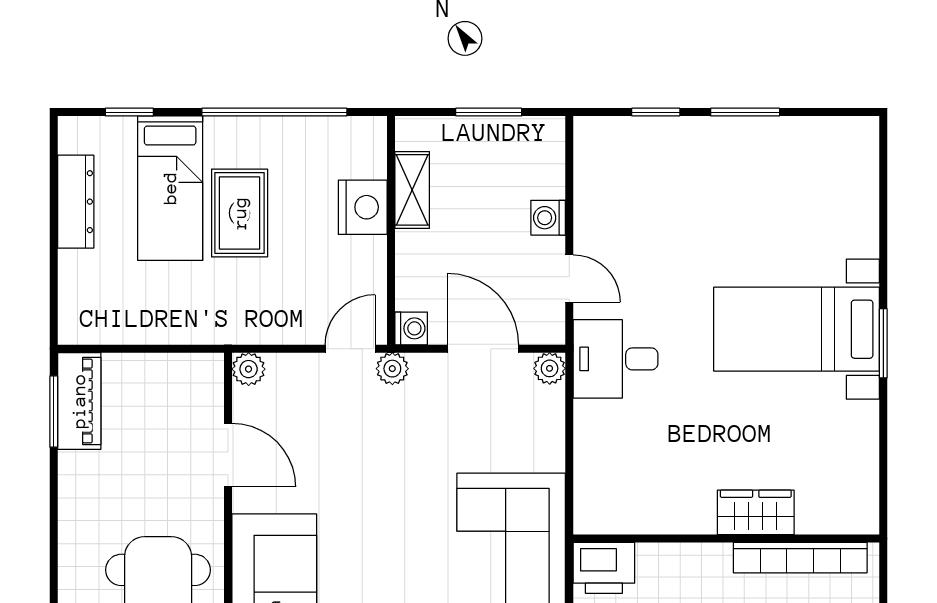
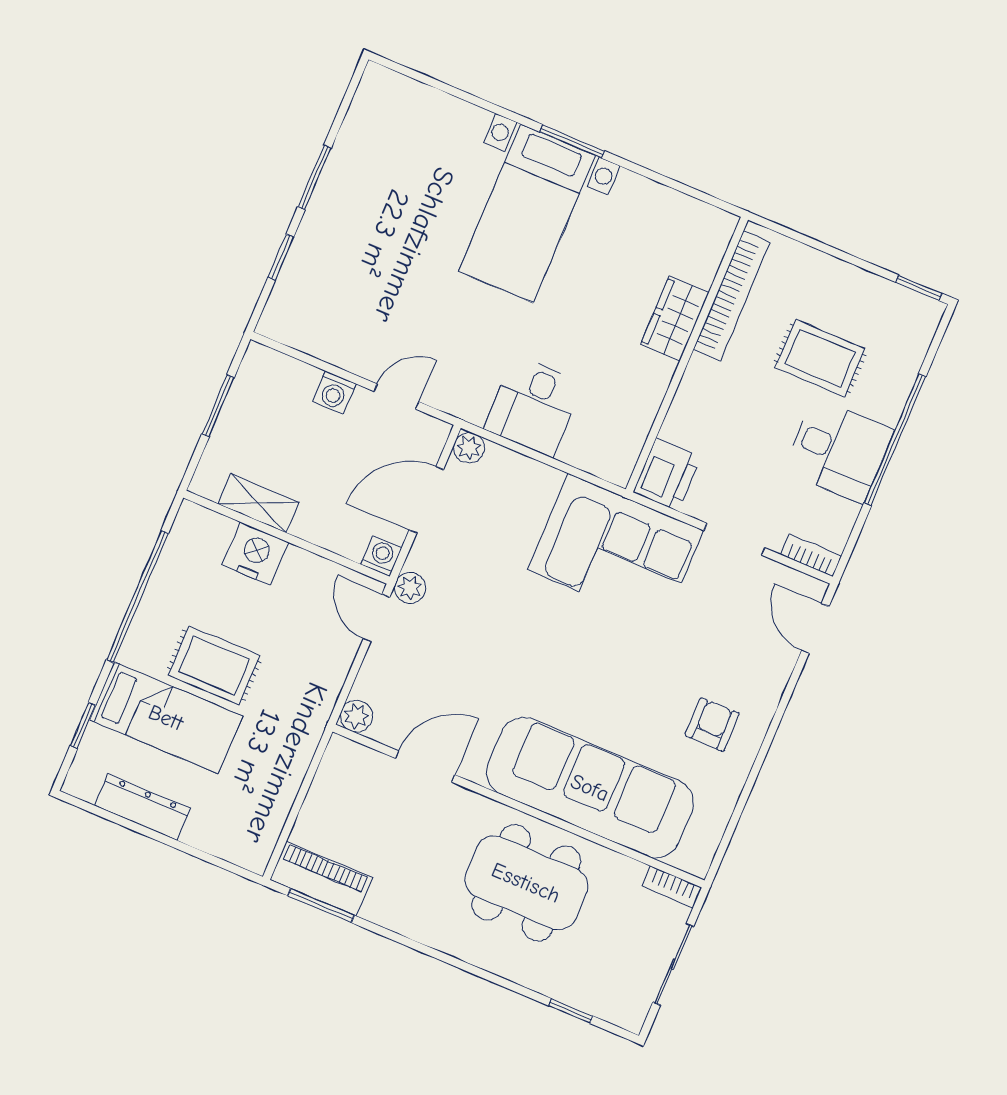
desk: (616, 359) -> (534, 406), moved

